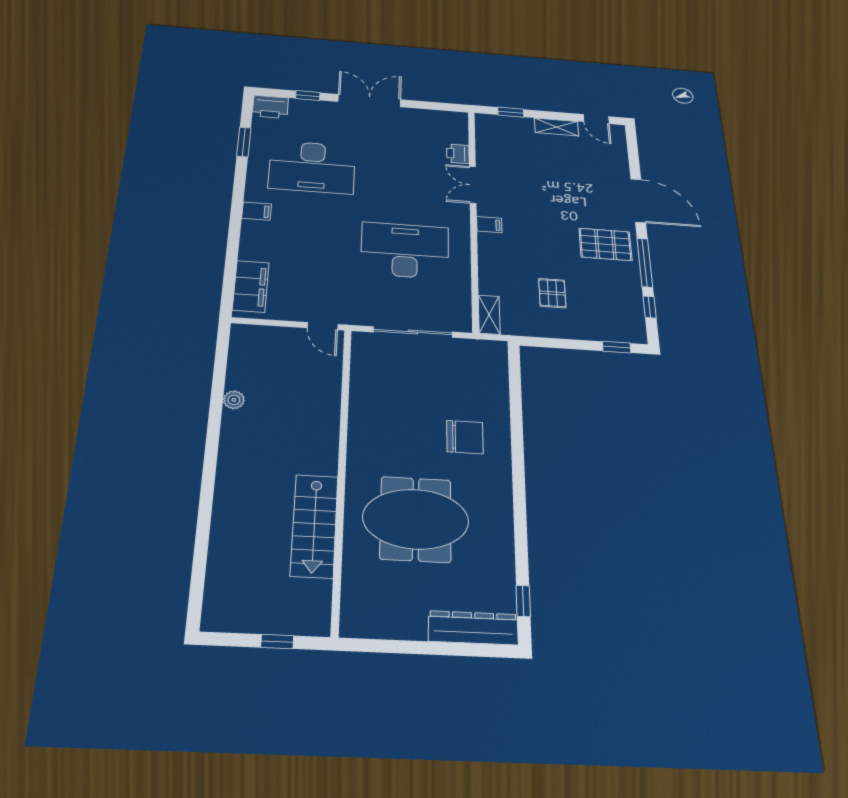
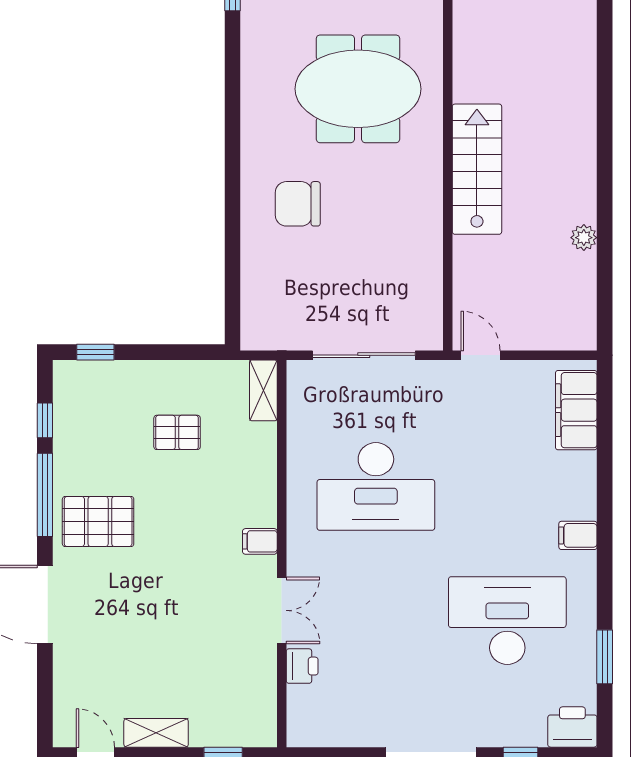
pallet: (552, 293) -> (177, 432), turned 90
stairs: (314, 526) -> (477, 169), moved

